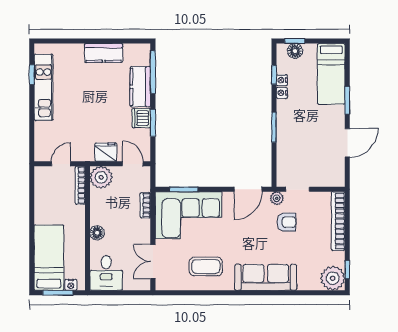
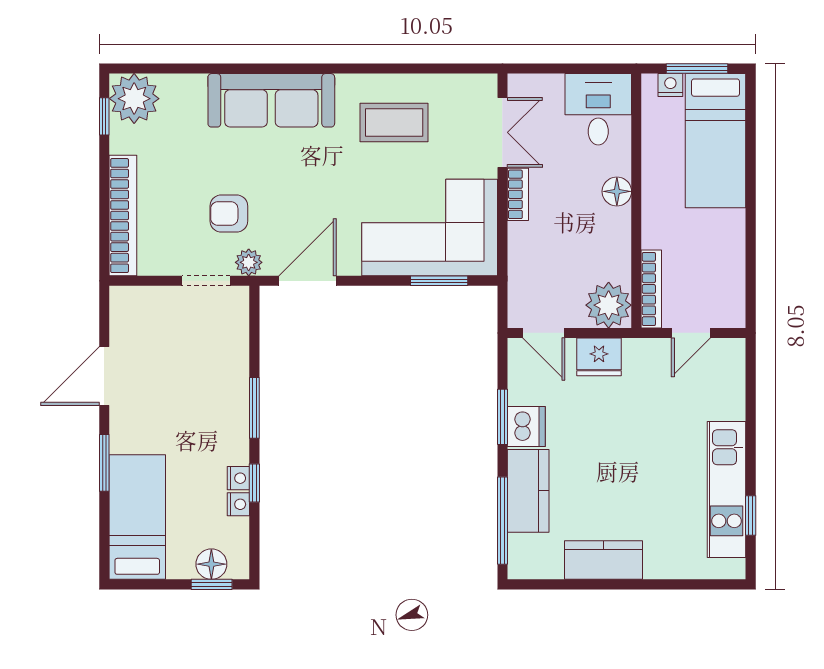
window: (274, 75) -> (254, 483), moved
bookcase: (145, 205) -> (518, 194), moved

